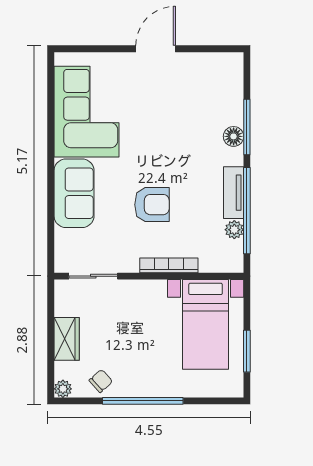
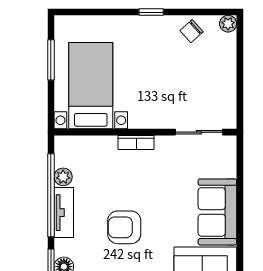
armchair: (152, 205) -> (124, 227), moved
bookcase: (169, 265) -> (136, 143), width x0.64
wardrobe: (67, 339) -> (225, 72), removed
window: (143, 401) -> (151, 12), width x0.32

